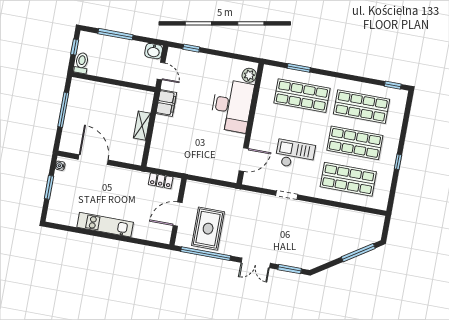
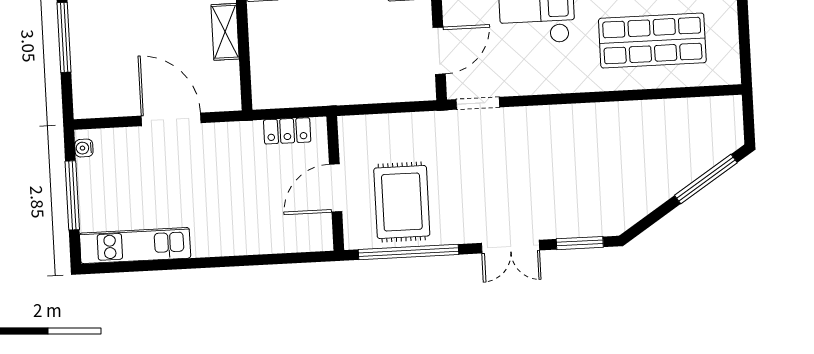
door: (93, 160) -> (171, 119), moved
window: (49, 187) -> (72, 195), width x1.44
doorway: (287, 195) -> (478, 103), moved
kitchen unit: (105, 225) -> (135, 246), moved

